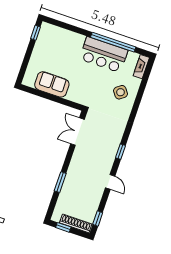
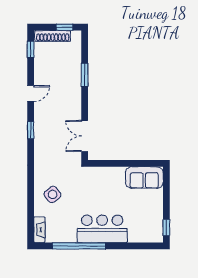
bar counter: (104, 55) -> (102, 229), moved
sofa: (52, 84) -> (144, 178), moved
double door: (77, 132) -> (85, 136), swing flipped
door: (110, 182) -> (31, 94), swing flipped

